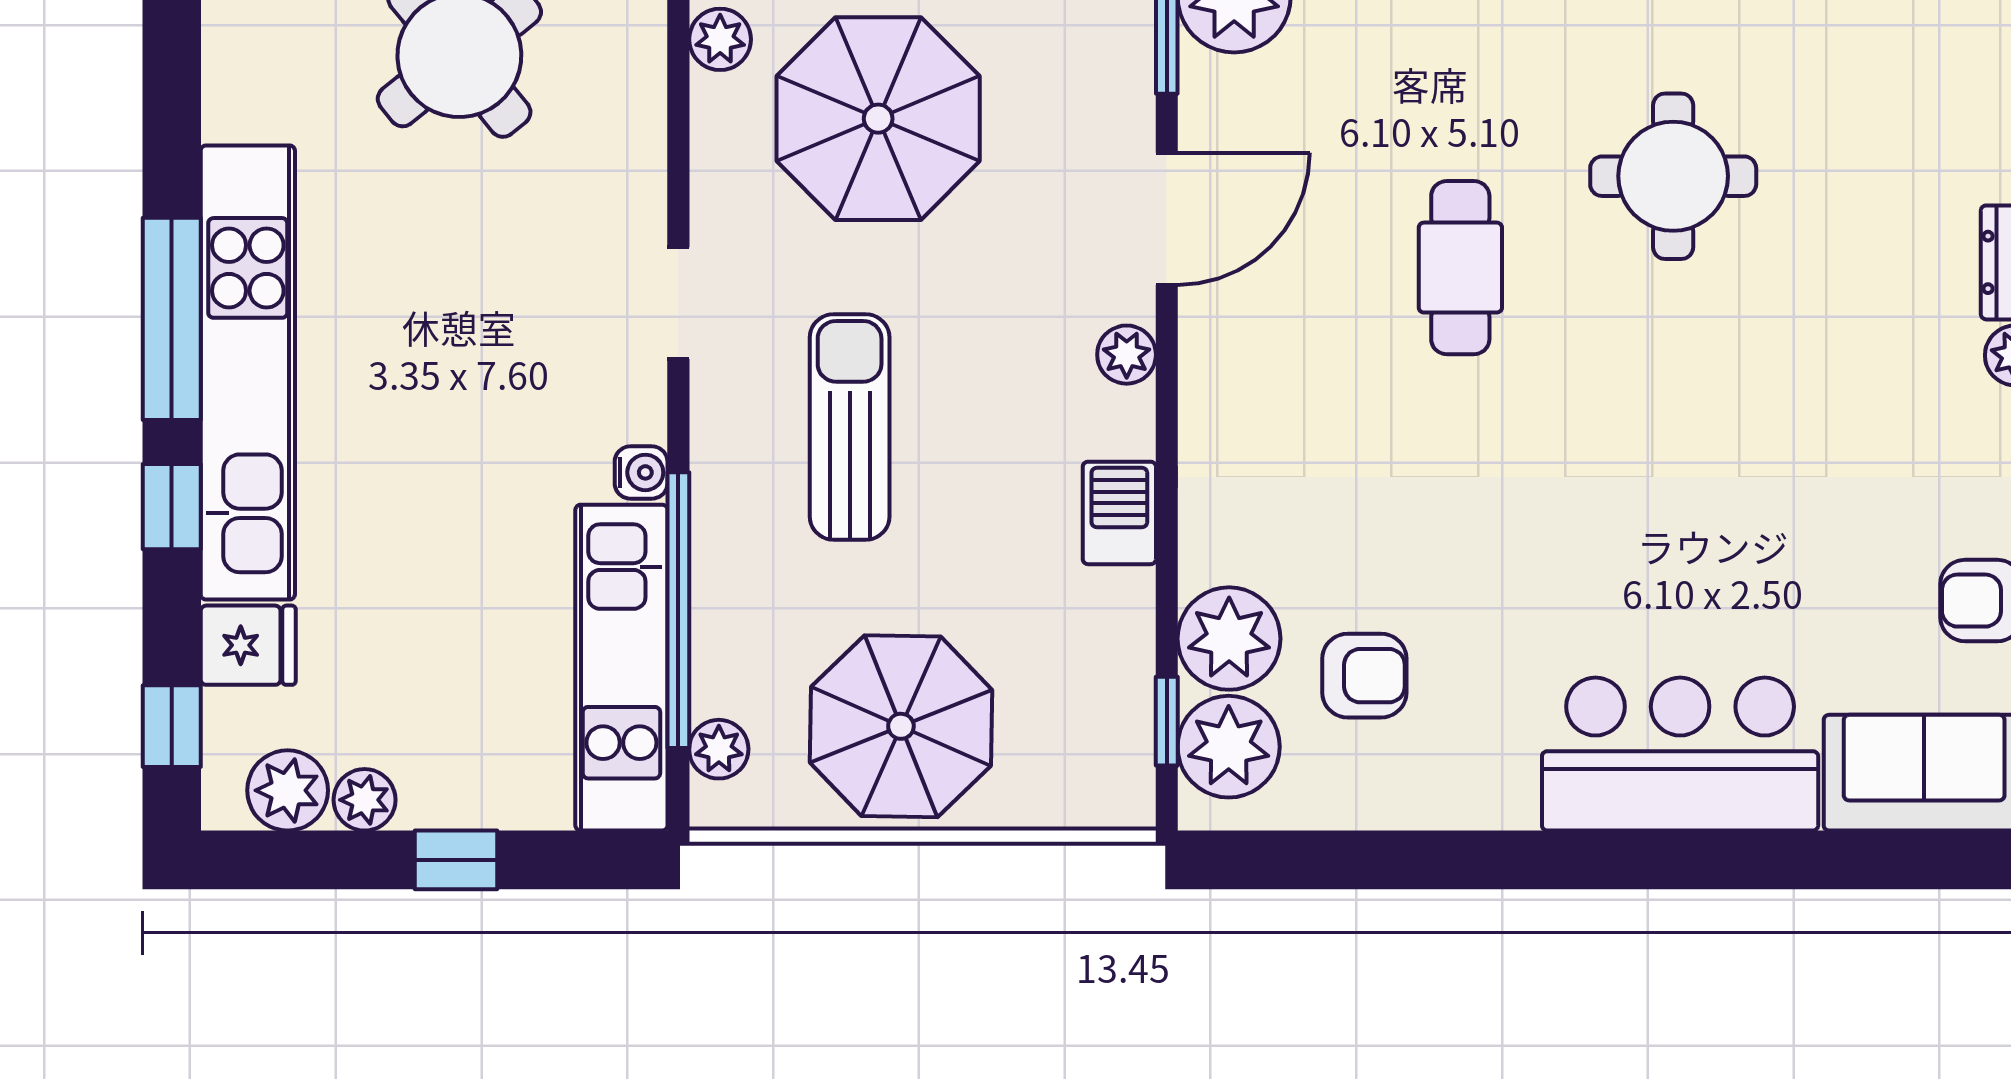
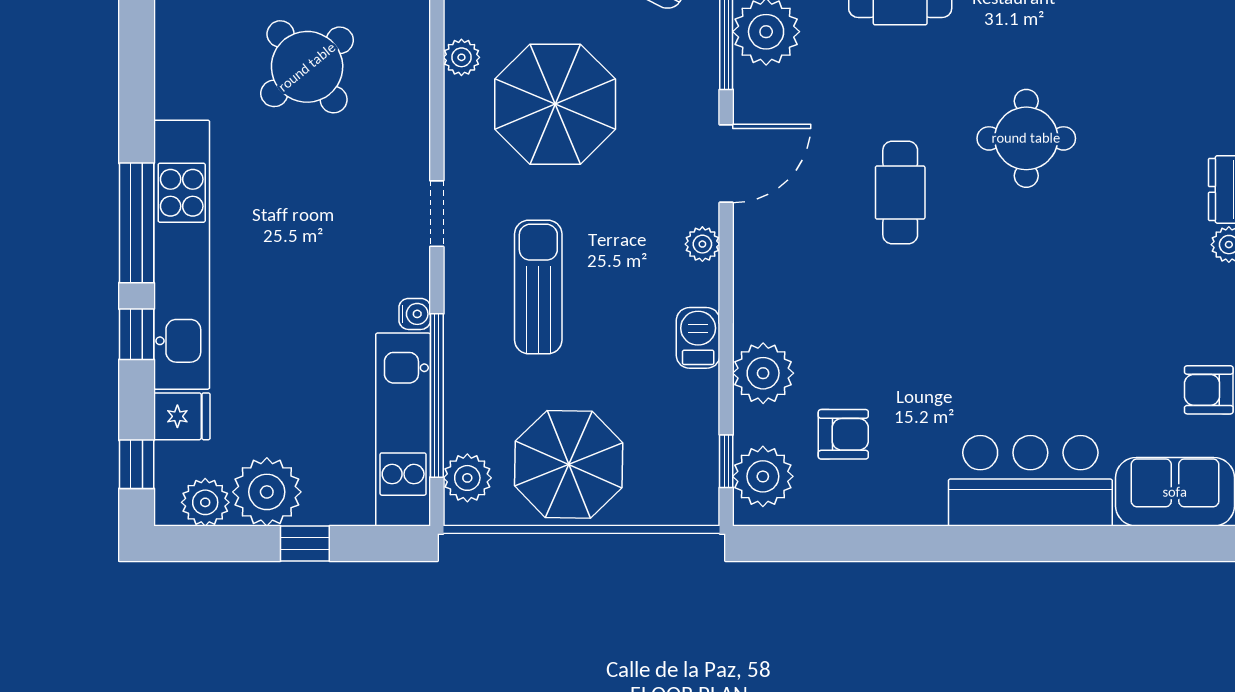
plant: (1229, 639) -> (763, 373), moved
plant: (719, 749) -> (467, 478), width x1.38, depth x1.38
plant: (365, 800) -> (267, 492), width x1.87, depth x1.87

